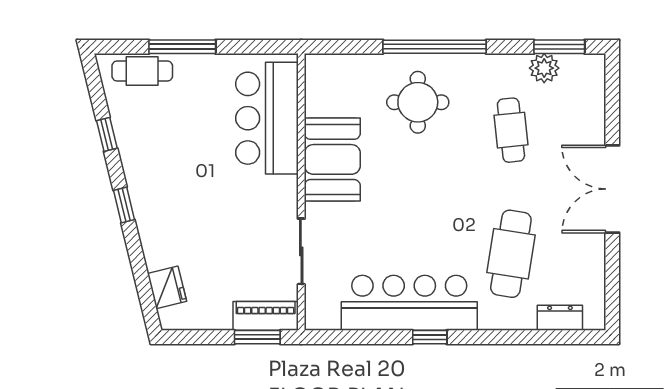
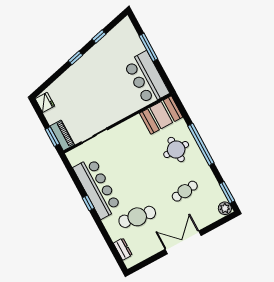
plant: (544, 68) -> (225, 208), moved
cafe table: (142, 71) -> (131, 37), removed
bar counter: (267, 118) -> (146, 78), moved, turned -90
booth: (332, 159) -> (161, 115), moved
fridge: (167, 287) -> (45, 102), moved, turned -76

